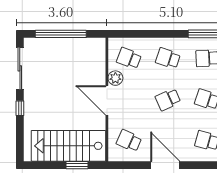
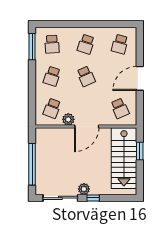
plant: (31, 97) -> (84, 189), added
school desk: (129, 141) -> (120, 108), turned -48

